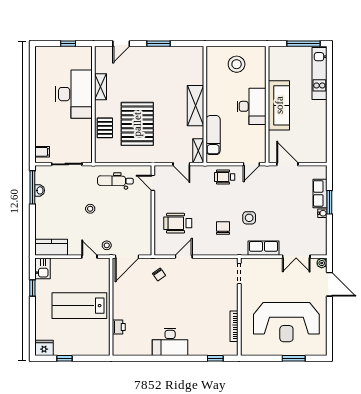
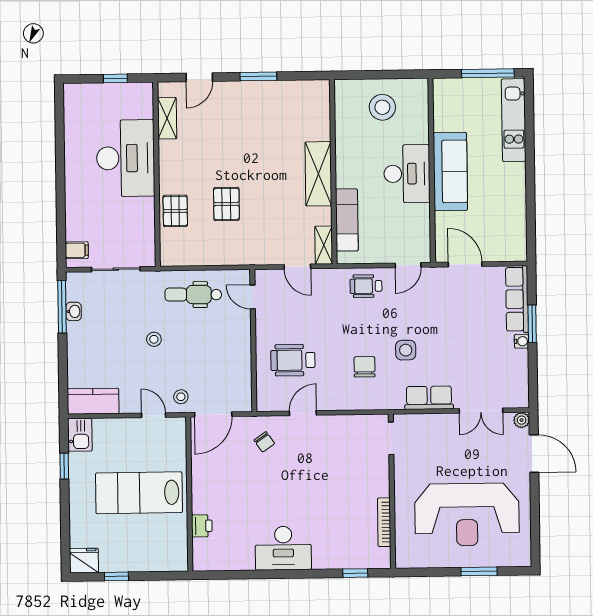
shelving: (100, 87) -> (167, 118), moved
pallet: (137, 124) -> (226, 204), width x0.49, depth x0.50
row of seats: (320, 193) -> (517, 299), width x1.48

